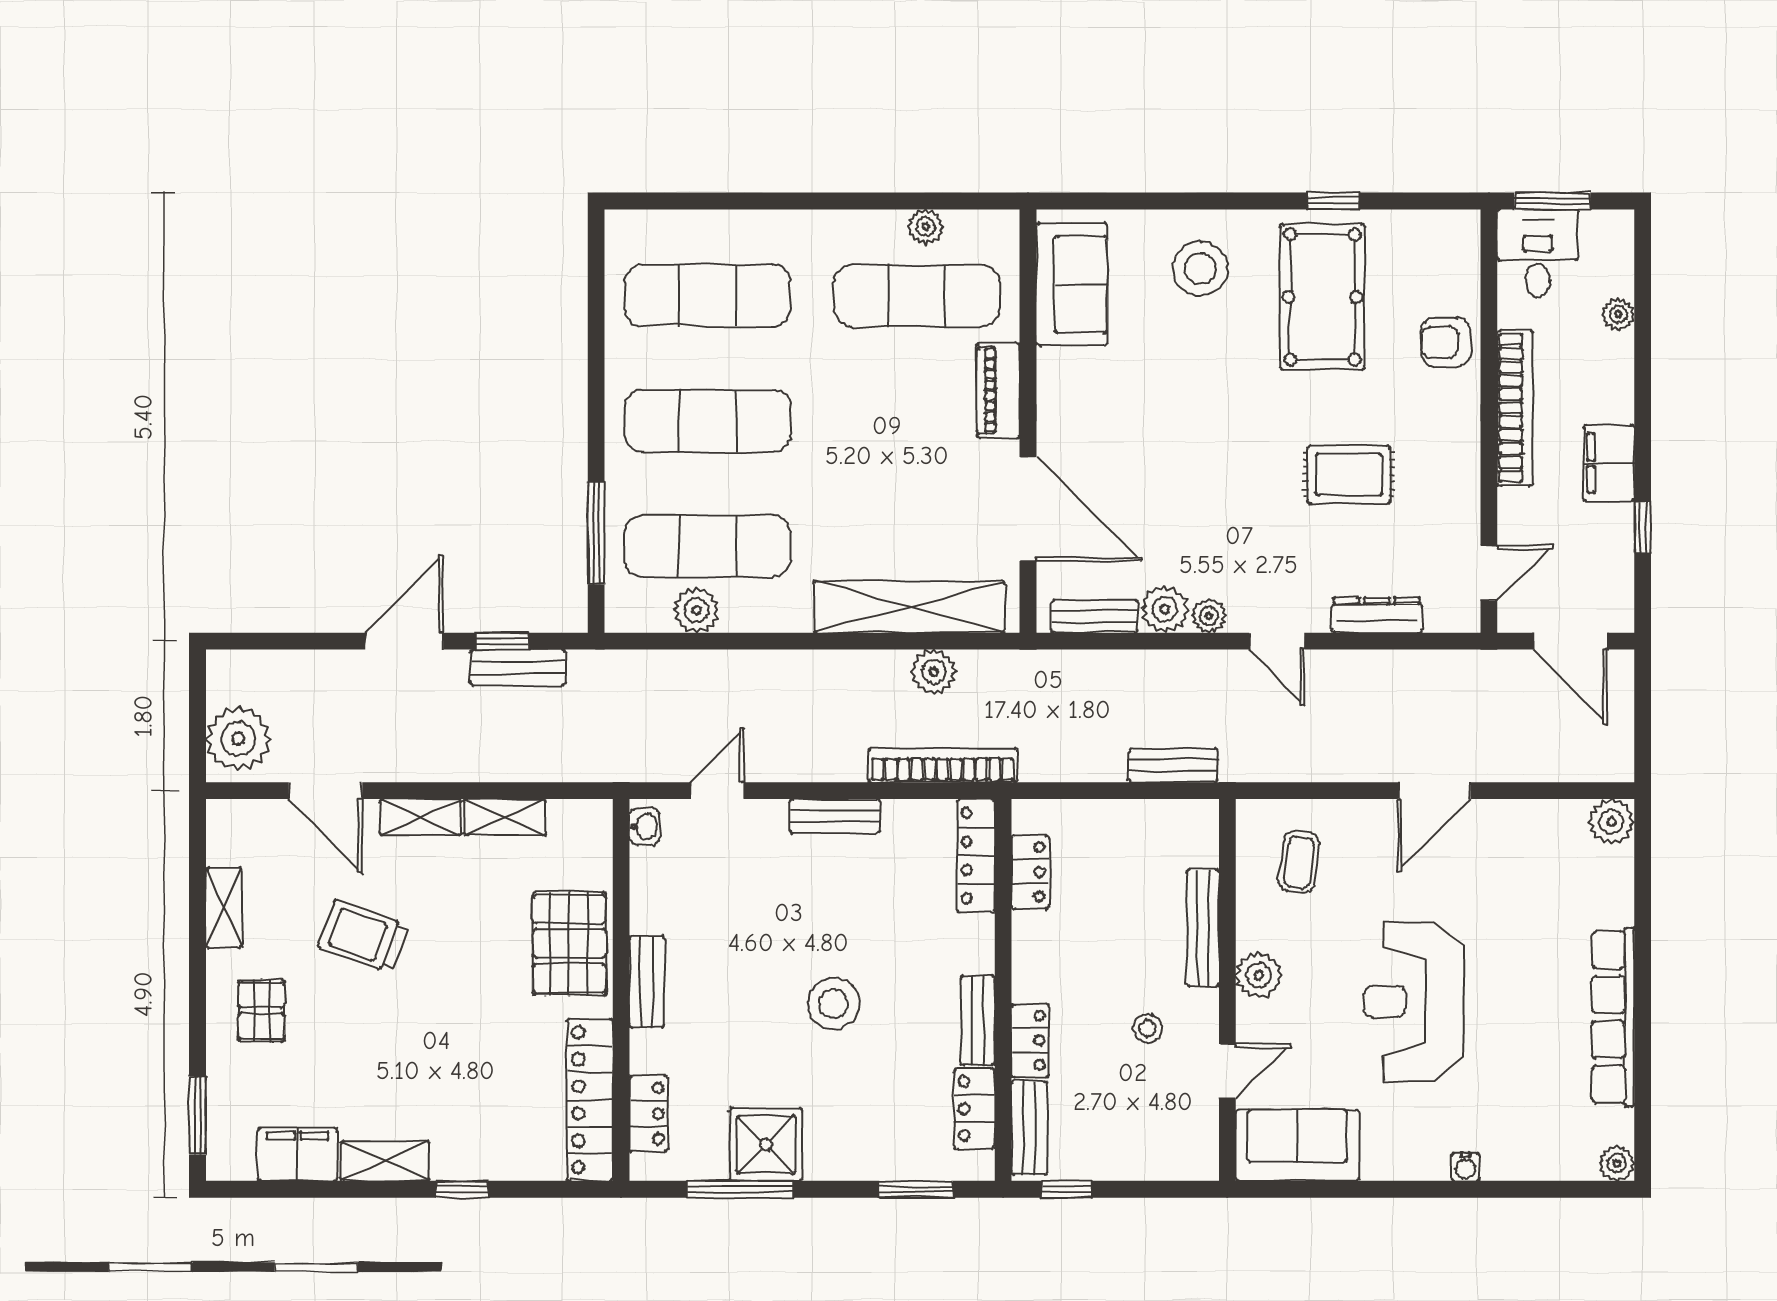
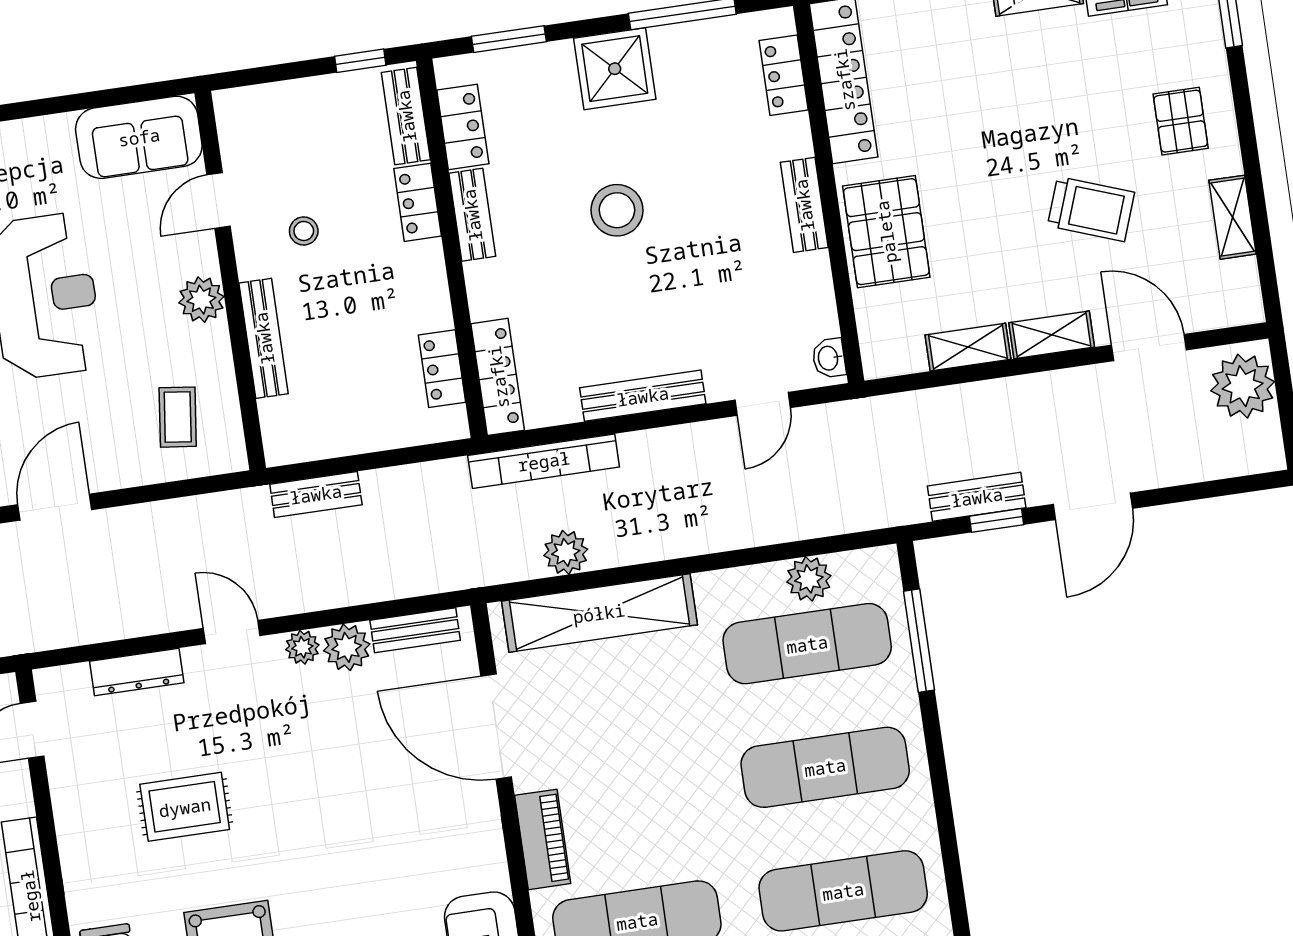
bench: (835, 816) -> (643, 396), width x1.36
shower: (766, 1144) -> (615, 69), moved

